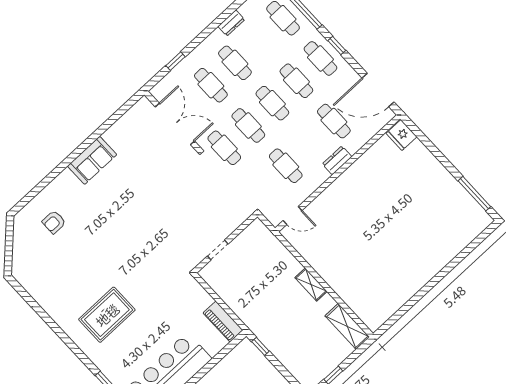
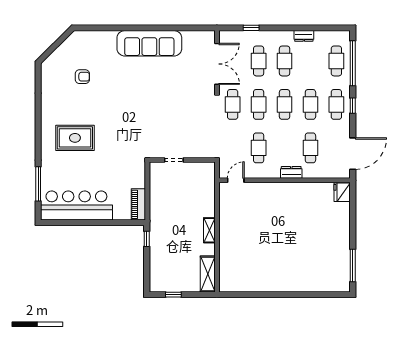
door: (378, 90) -> (353, 154), swing flipped
sofa: (92, 160) -> (149, 43), width x1.85, depth x1.27
door: (292, 215) -> (236, 180), swing flipped
armchair: (54, 222) -> (82, 77), moved, turned 180

